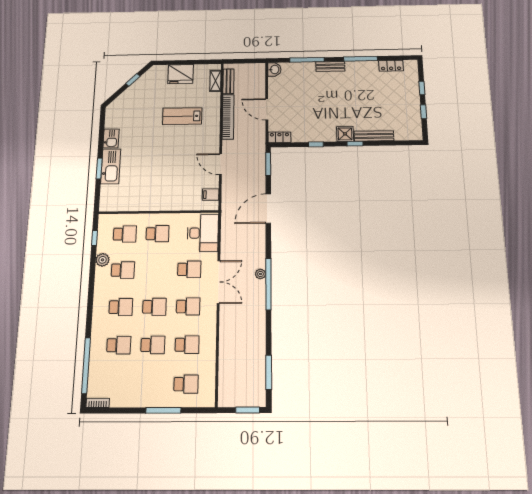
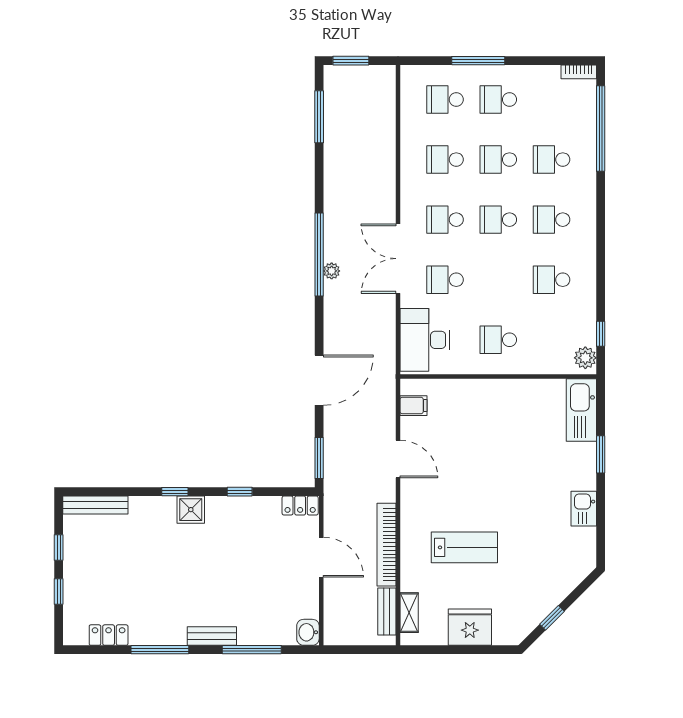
bench: (374, 136) -> (95, 505), moved
kitchen sink: (111, 166) -> (581, 410), moved
school desk: (125, 234) -> (498, 100), moved
plant: (103, 260) -> (585, 358), moved

